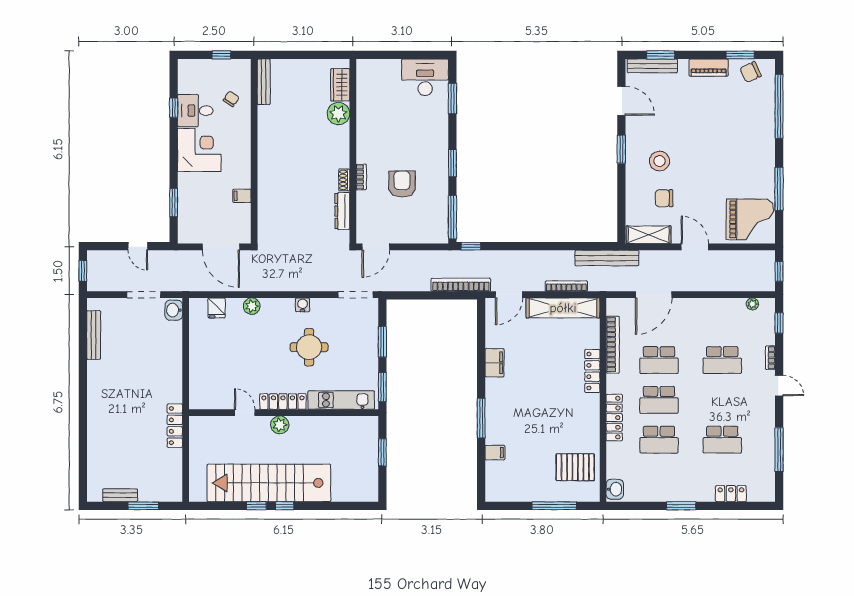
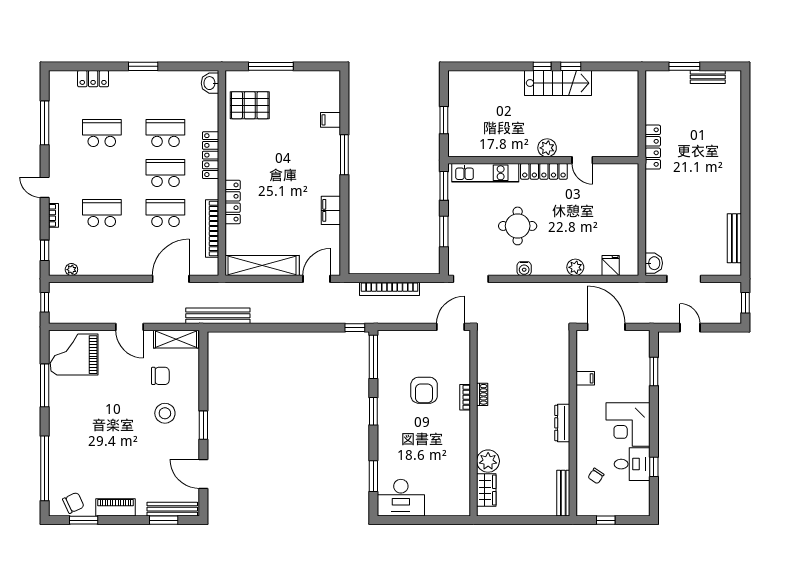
dresser: (342, 211) -> (562, 423), moved, turned 180
bookcase: (461, 285) -> (390, 289), moved
bookcase: (566, 286) -> (259, 287), removed
stairs: (269, 483) -> (558, 83), width x0.54, depth x0.66

